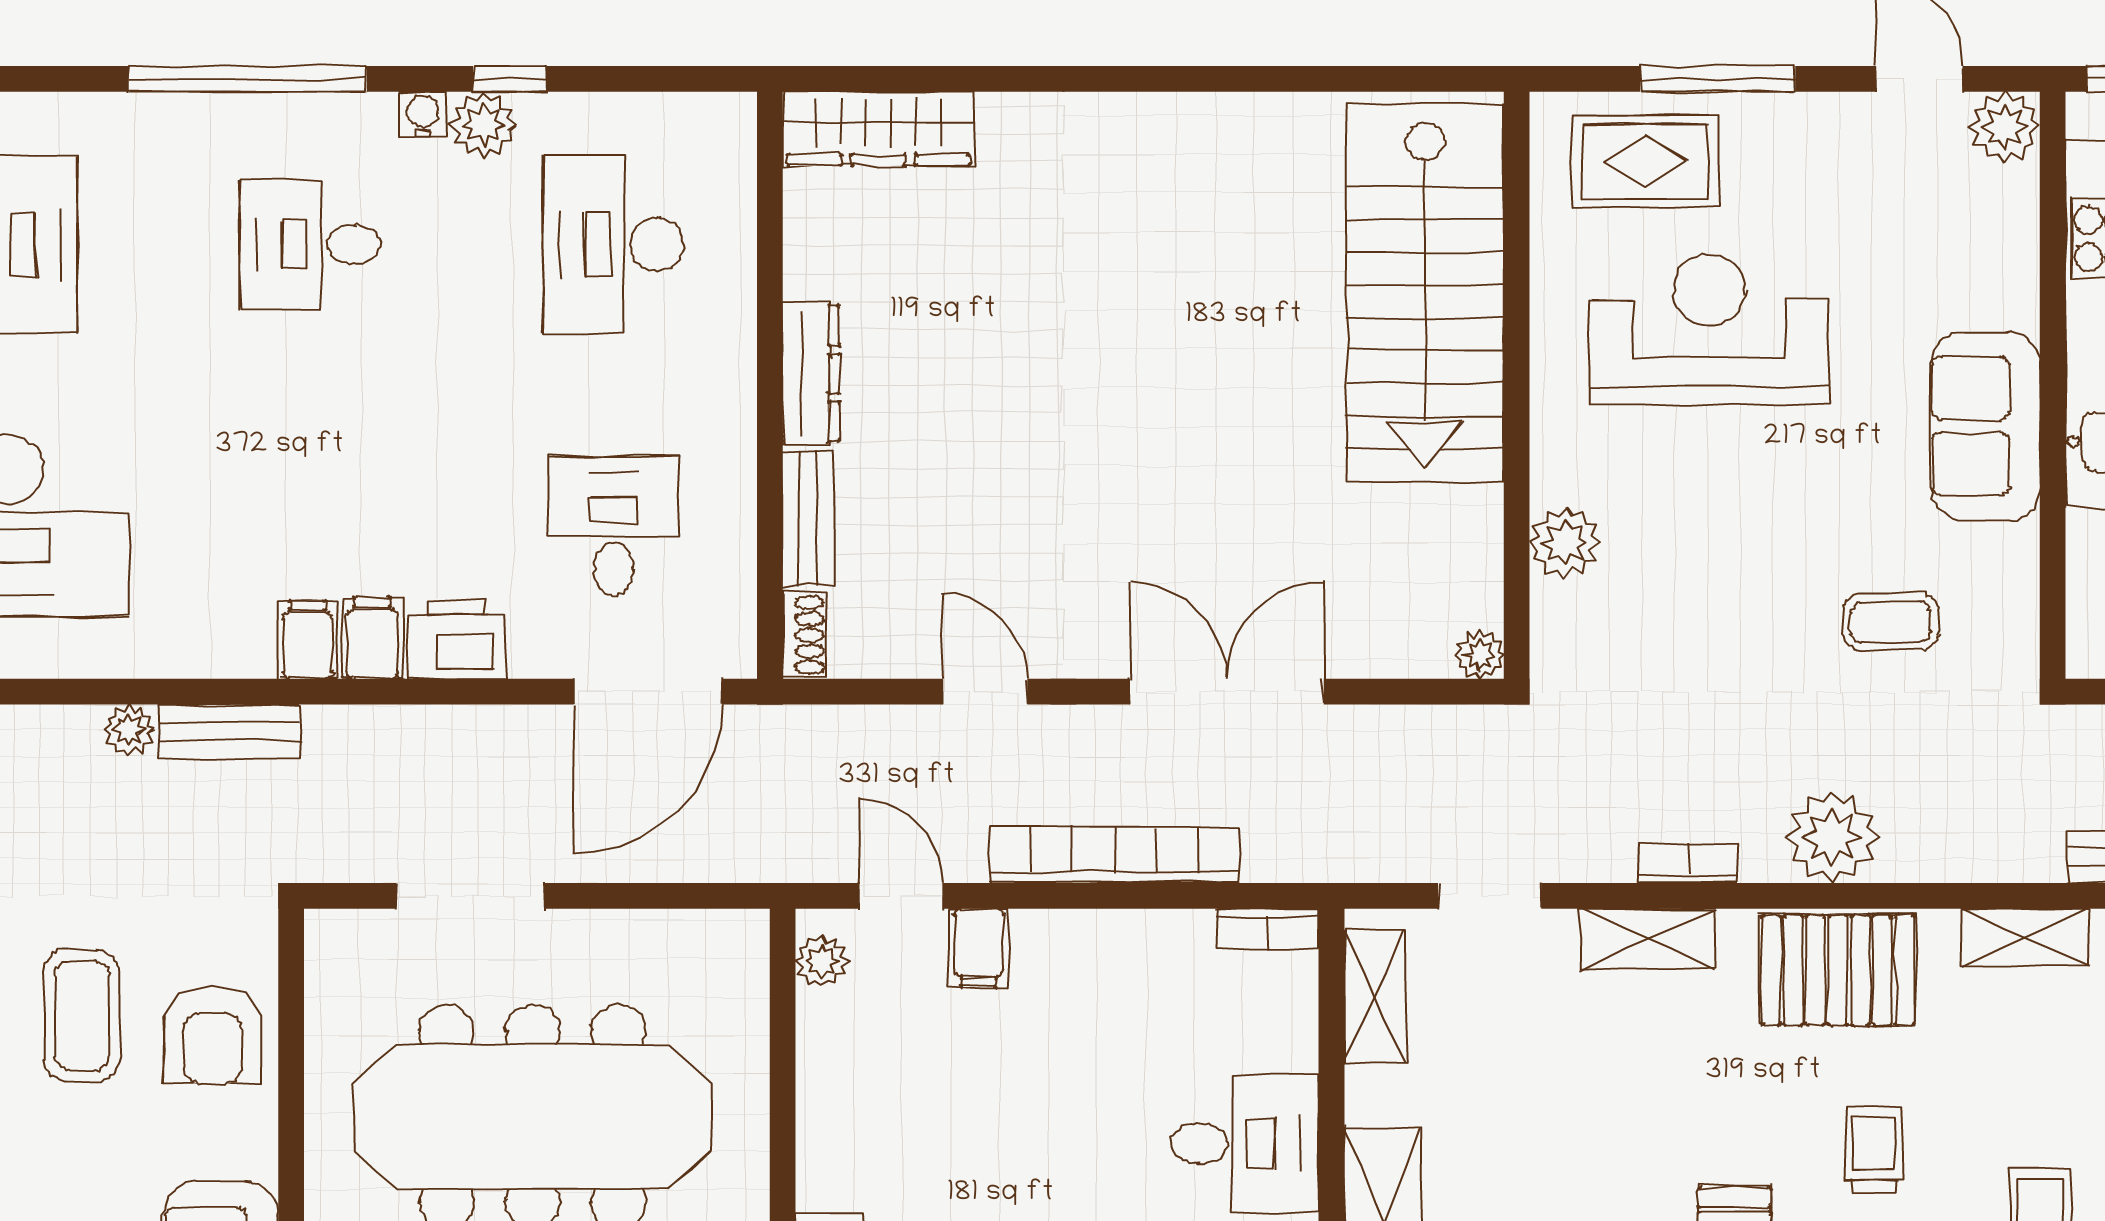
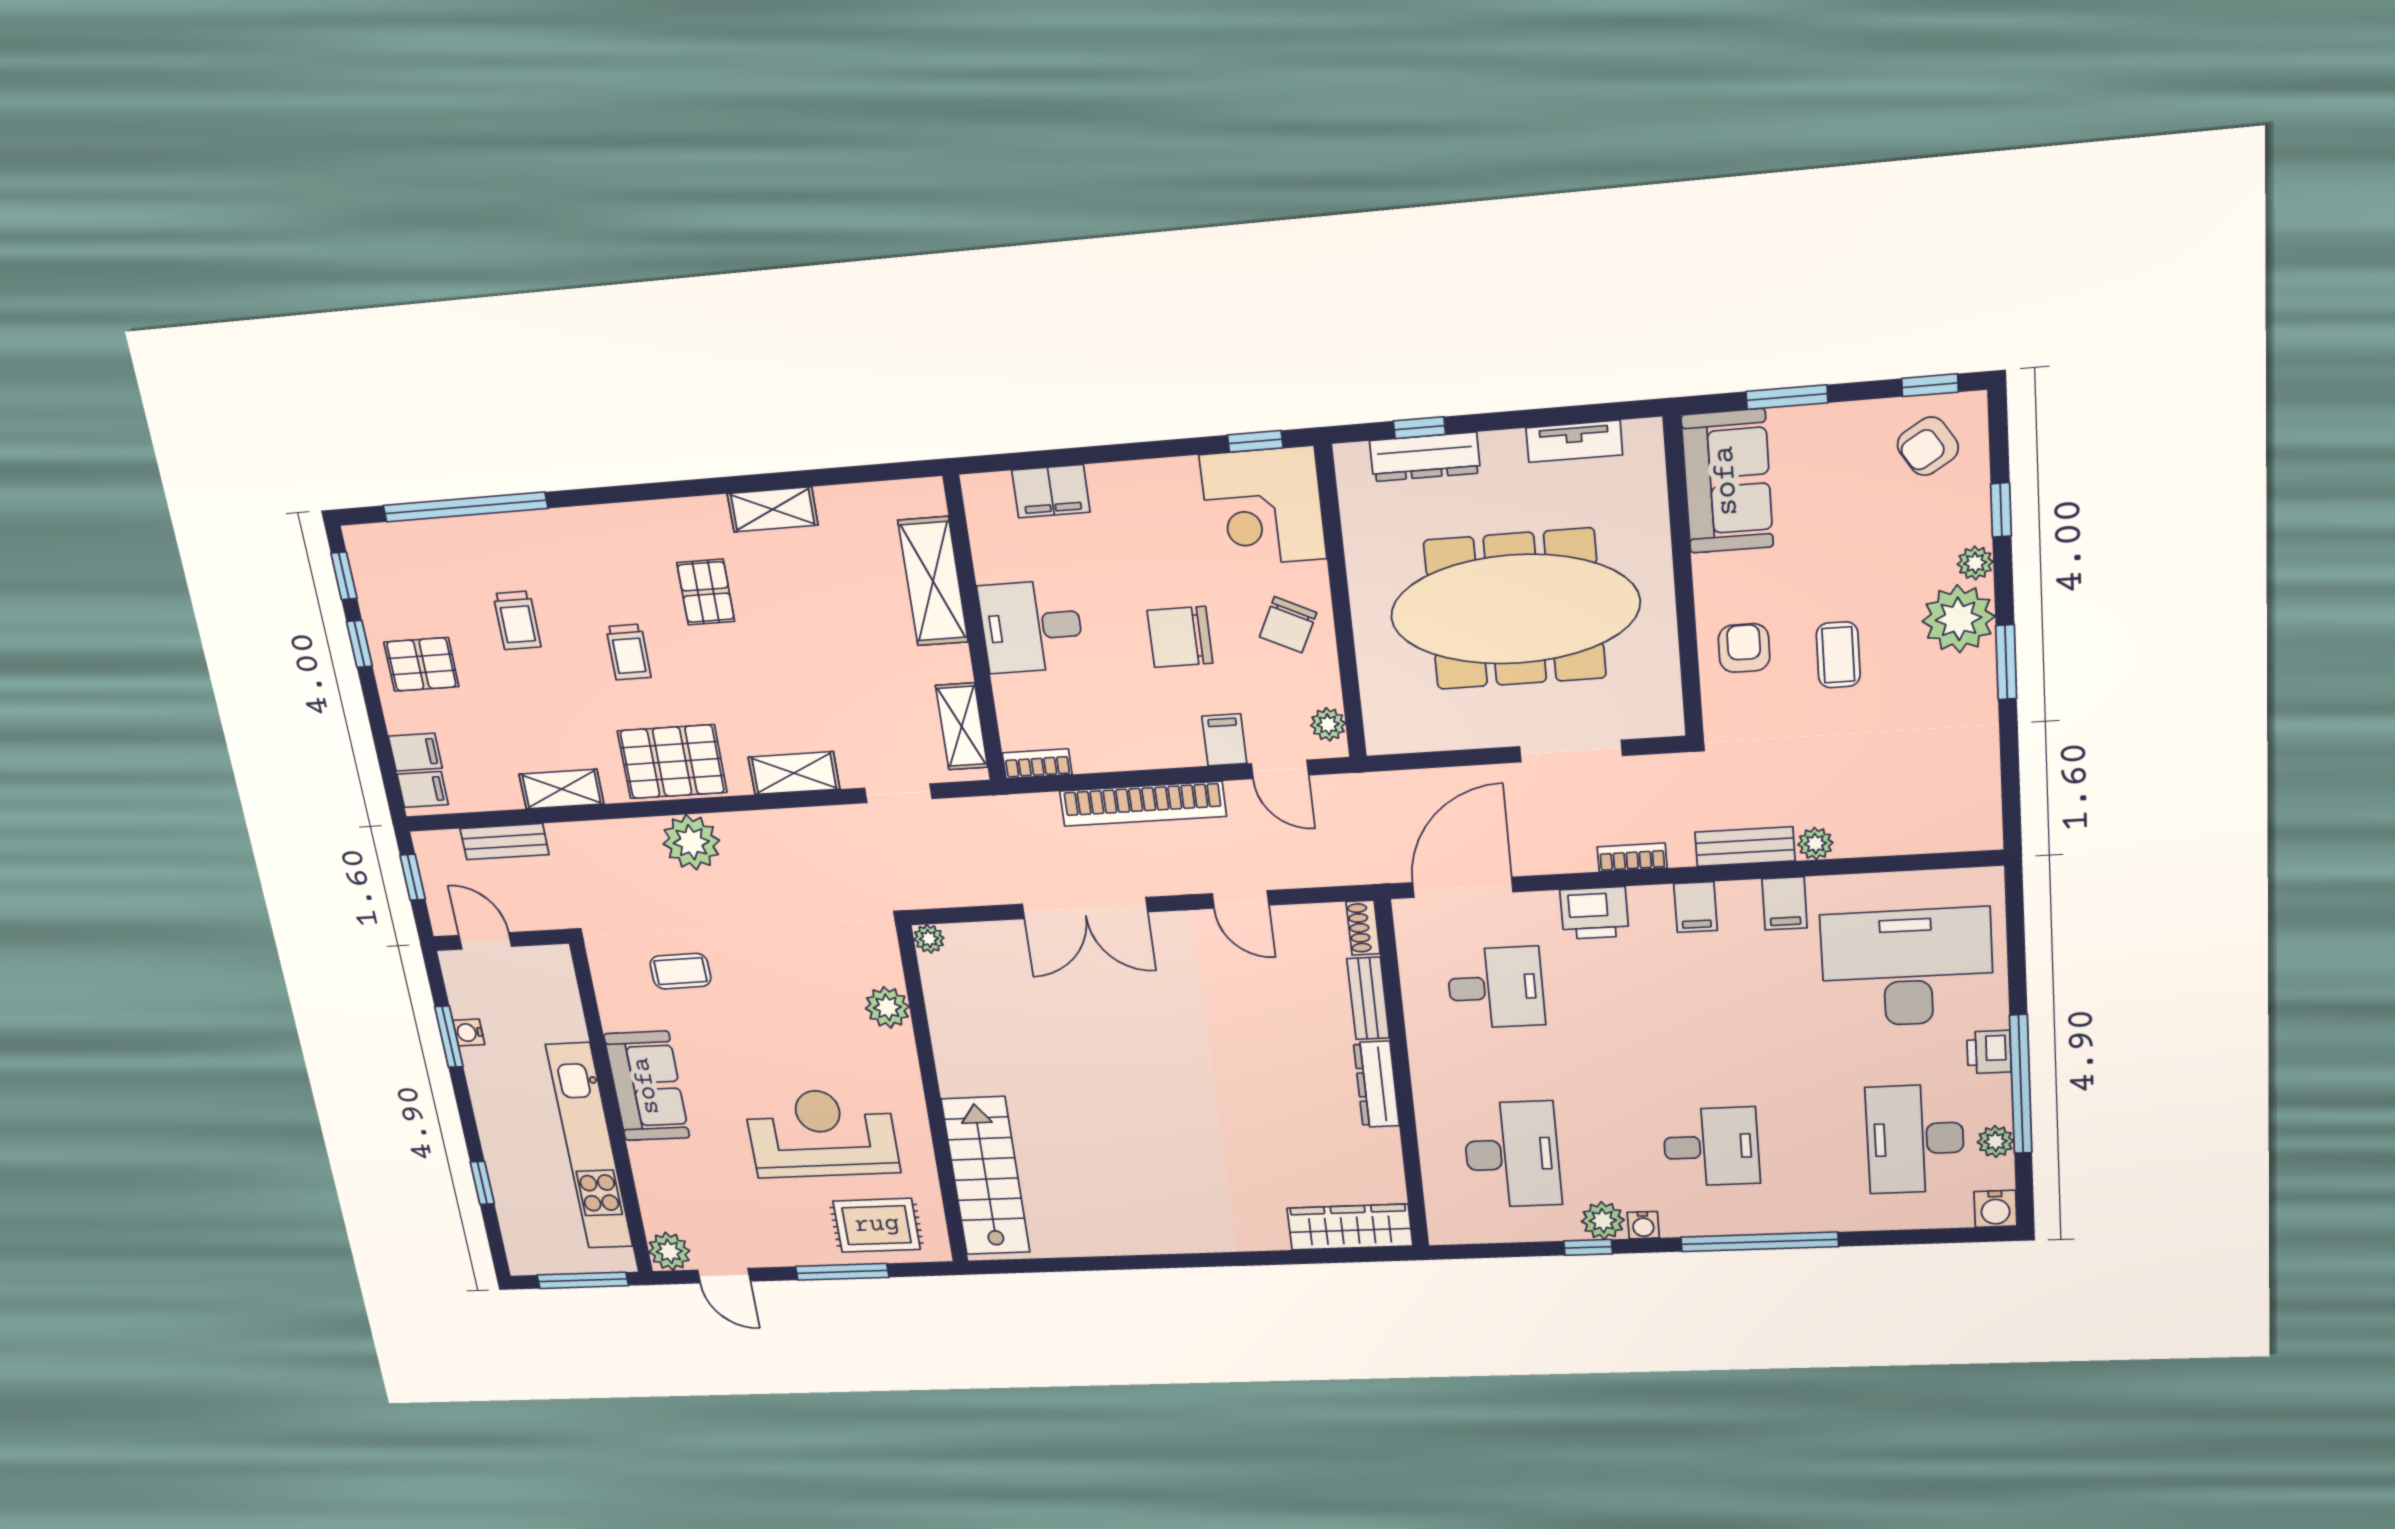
stairs: (1425, 293) -> (986, 1176), width x0.73, depth x0.66
reception desk: (1709, 329) -> (822, 1133), turned 180
desk: (613, 526) -> (1496, 988), turned -90
filing cabinet: (372, 638) -> (1784, 903), moved
bookcase: (1688, 863) -> (1632, 857), moved, turned 180
coffee table: (82, 1015) -> (1838, 655), width x0.73, depth x0.77
armchair: (213, 1035) -> (1744, 648), width x0.72, depth x0.72
chair: (1025, 1111) -> (1180, 637), added
chair: (863, 1118) -> (1288, 625), added

